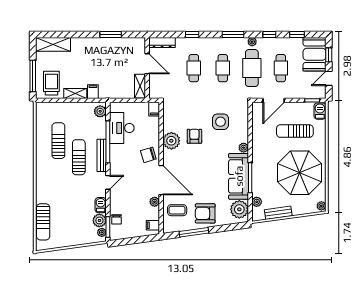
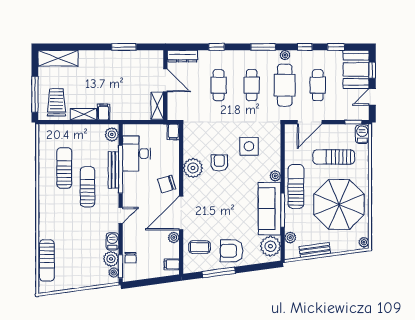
bench: (102, 155) -> (113, 170), moved
sun lounger: (262, 157) -> (296, 187), added
door: (161, 180) -> (181, 213), swing flipped

